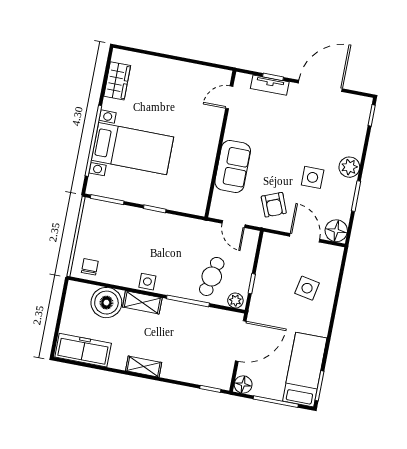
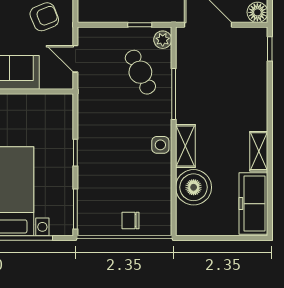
door: (234, 224) -> (75, 59), swing flipped
chair: (90, 267) -> (130, 221), moved
cafe table: (212, 276) -> (140, 72), turned 52
shelving: (144, 367) -> (259, 151), moved

